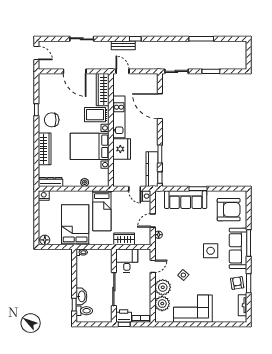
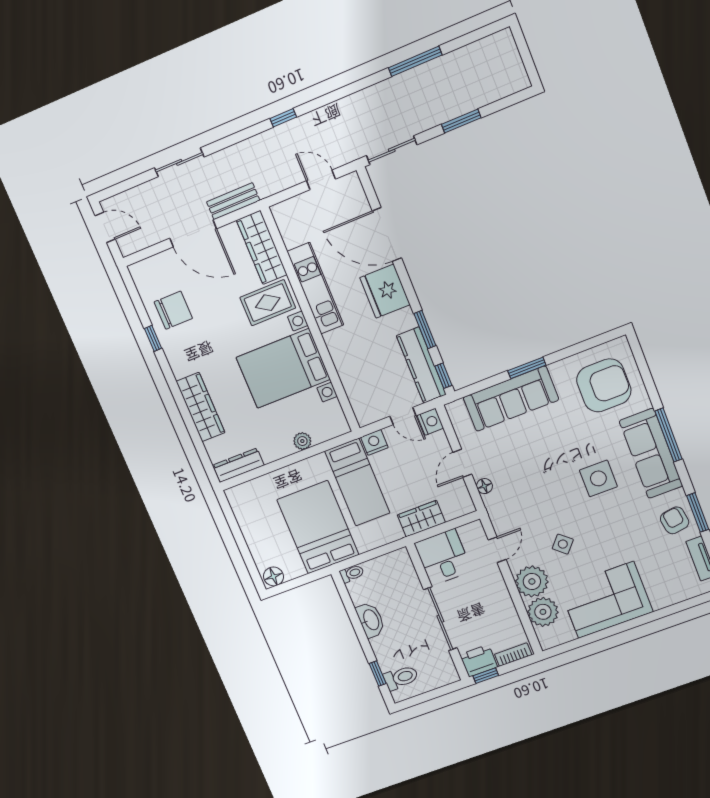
bench: (123, 45) -> (233, 201), moved
door: (122, 71) -> (321, 180), moved
chair: (52, 120) -> (173, 310), moved, turned 180
fridge: (122, 149) -> (385, 291), moved, turned 180
nightstand: (44, 196) -> (374, 442), moved
washbasin: (81, 296) -> (371, 620), moved

